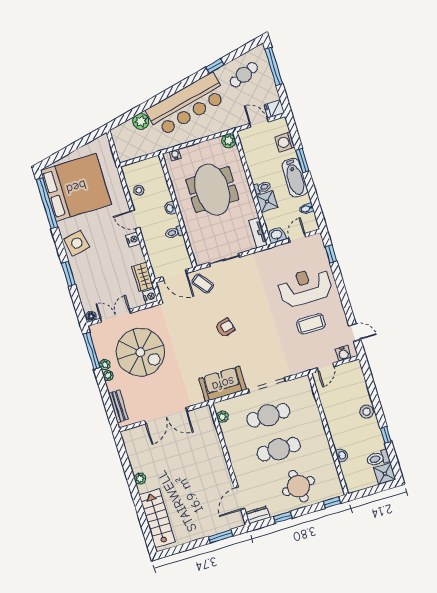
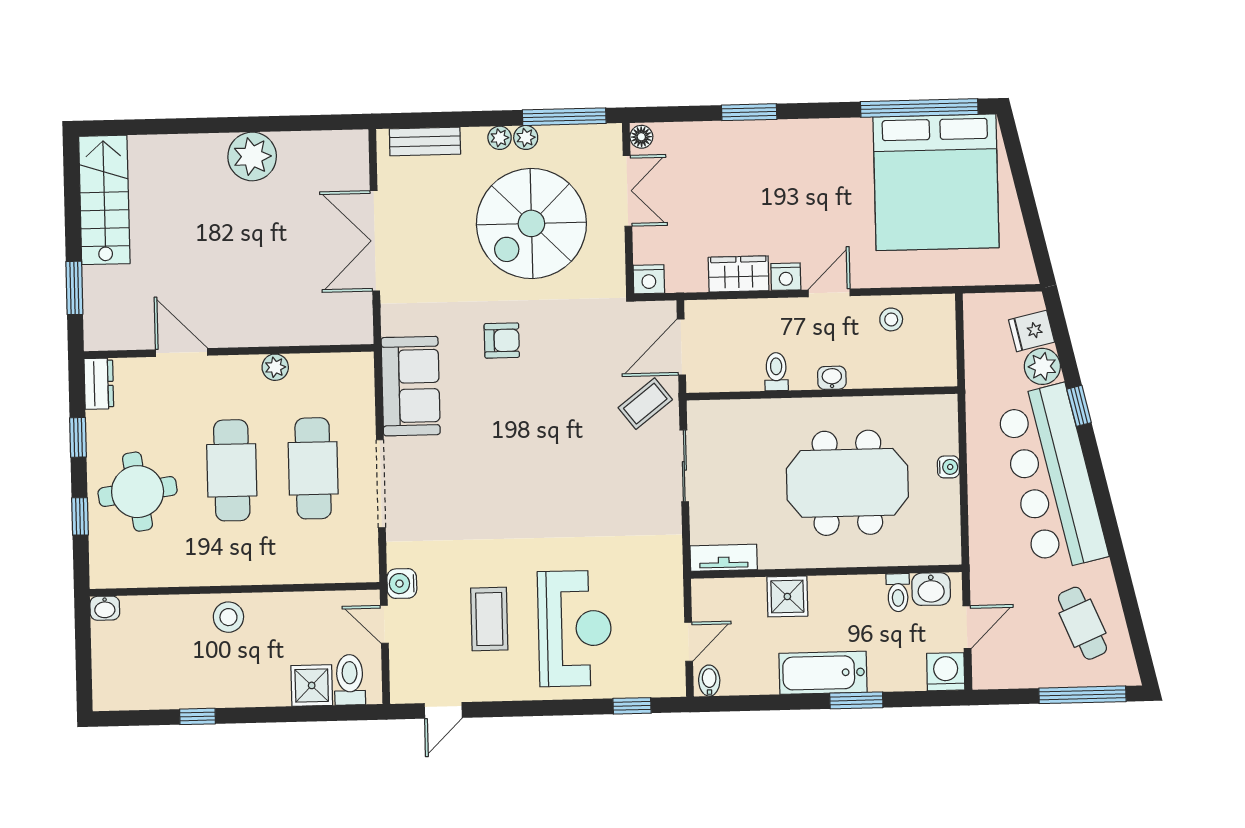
window: (215, 66) -> (1079, 406), moved
fridge: (274, 109) -> (1032, 331), moved, turned -103
plant: (229, 141) -> (945, 549), removed
washing machine: (285, 142) -> (946, 672), moved
water cooler: (175, 155) -> (948, 467), moved
toilet: (262, 187) -> (898, 593), moved
bidet: (306, 209) -> (709, 681), moved
washbasin: (277, 235) -> (931, 589), moved, turned 90
door: (297, 238) -> (689, 642), hinge flipped
side table: (77, 243) -> (812, 150), removed
wardrobe: (143, 277) -> (739, 274), moved
armchair: (225, 328) -> (502, 340), moved, turned -73
water cooler: (343, 353) -> (402, 584), moved
stool: (367, 412) -> (228, 617), moved
plant: (222, 417) -> (275, 367), moved
washbasin: (342, 455) -> (105, 608), moved
toilet: (378, 458) -> (350, 680), moved
shower: (385, 474) -> (312, 685), moved
plant: (140, 479) -> (252, 156), width x1.88, depth x1.88
door: (240, 499) -> (182, 353), moved
window: (332, 502) -> (80, 516), moved
stairs: (157, 518) -> (104, 200), moved, turned -90

